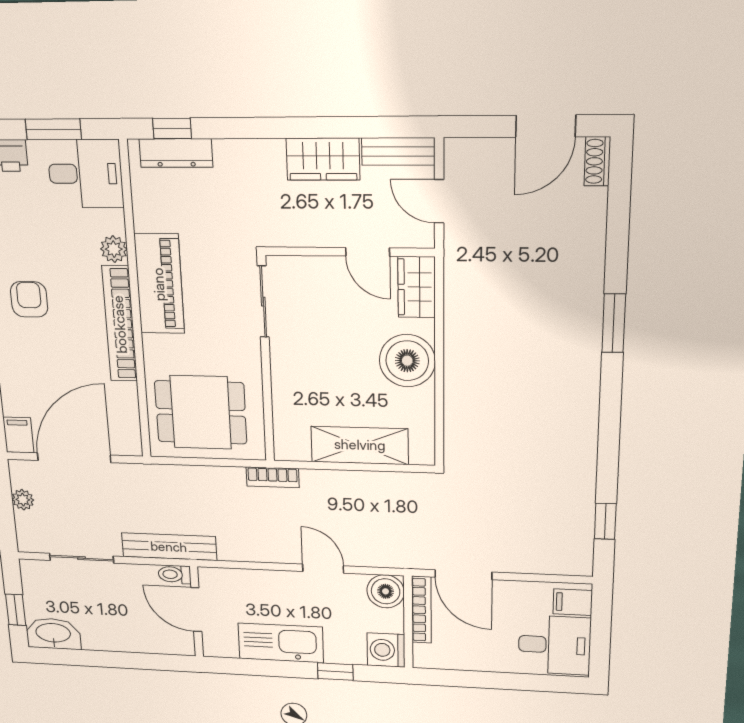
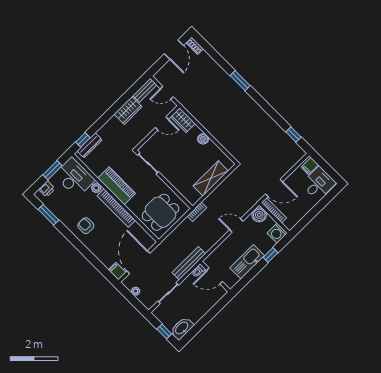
desk: (85, 174) -> (74, 177), width x1.37
boiler: (407, 361) -> (203, 139), width x0.54, depth x0.54

